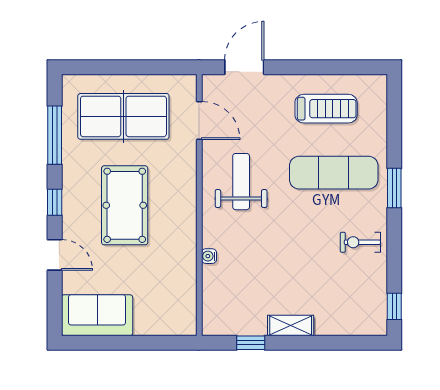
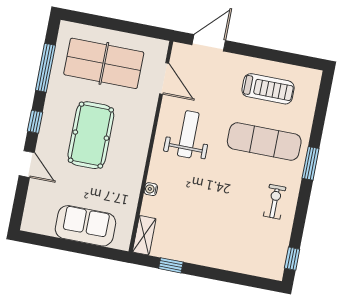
exercise bike: (360, 242) -> (275, 202), turned 90
sofa: (97, 315) -> (85, 226), moved
shelving: (291, 325) -> (144, 235), moved, turned 90

